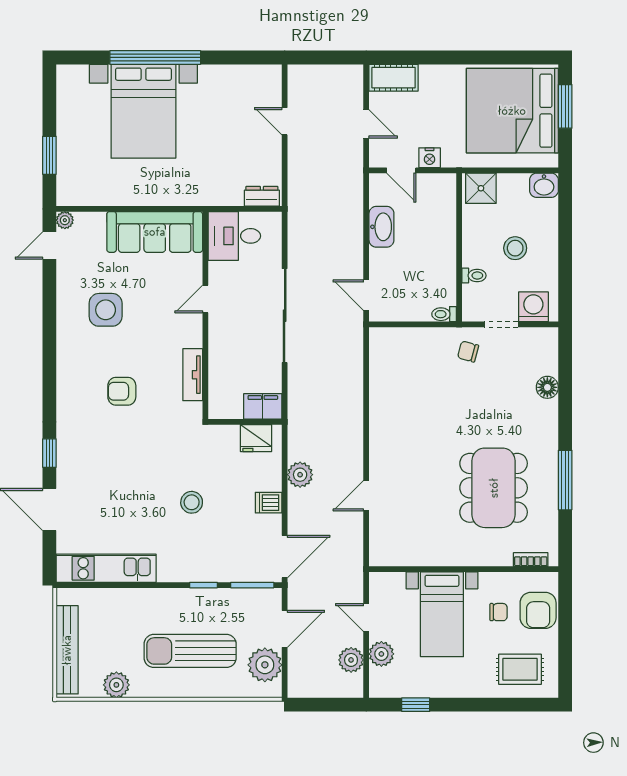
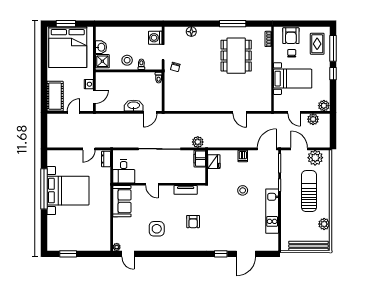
window: (155, 57) -> (44, 189), moved
cot: (394, 78) -> (55, 96), width x1.37, depth x1.34
bed with nightstands: (143, 111) -> (68, 191), moved
door: (285, 121) -> (89, 149), moved
window: (49, 155) -> (68, 254), moved
washbasin: (544, 185) -> (101, 47), moved
washbasin: (381, 227) -> (134, 106), moved
sofa: (155, 232) -> (122, 201), width x0.73
stool: (515, 248) -> (127, 60), moved
plant: (300, 475) -> (198, 142), moved
dining table: (494, 488) -> (236, 56), turned 90
door: (285, 557) -> (267, 149), hinge flipped
kitchen unit: (106, 568) -> (272, 211), moved
armchair: (538, 610) -> (291, 36), turned 90
door: (366, 617) -> (294, 112), hinge flipped
sun lounger: (190, 651) -> (309, 191), turned 180
plant: (381, 654) -> (324, 106), moved
window: (416, 705) -> (333, 74), moved
window: (510, 705) -> (333, 48), added

